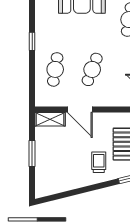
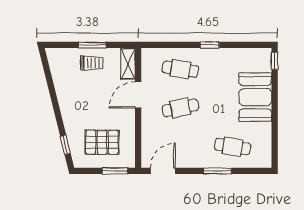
cafe table: (92, 69) -> (180, 108), turned -33
trolley: (99, 162) -> (92, 63), moved

